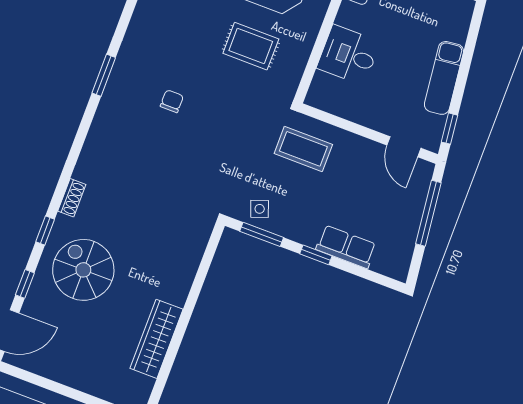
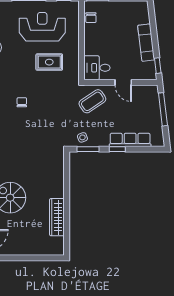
desk: (348, 55) -> (97, 68), moved
door: (404, 147) -> (123, 82), moved
coffee table: (303, 149) -> (92, 101), turned -34
row of seats: (346, 247) -> (130, 140), width x1.48

